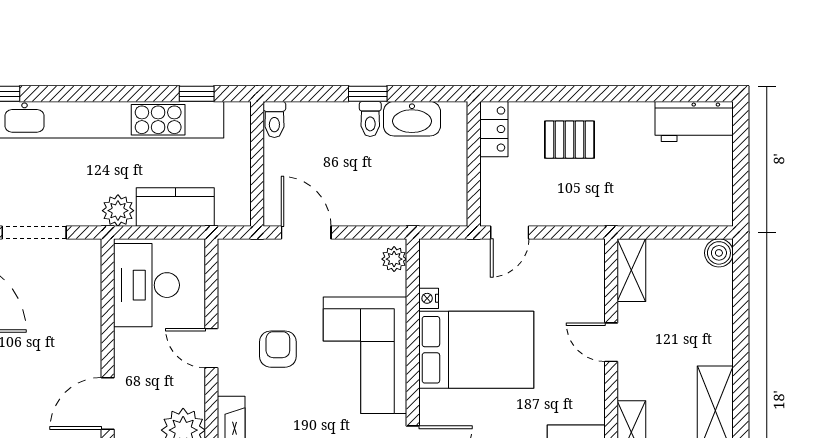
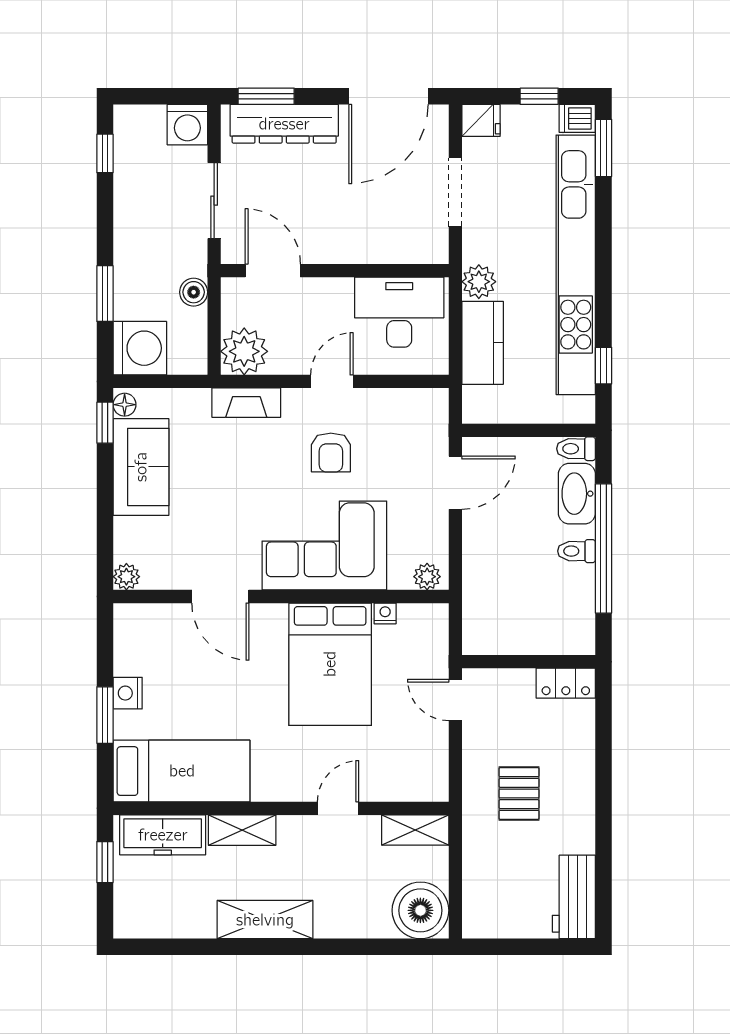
window: (368, 94) -> (604, 549), width x3.17
washbasin: (412, 119) -> (577, 494), moved
pallet: (570, 140) -> (519, 794), moved
boiler: (719, 253) -> (420, 910), width x1.86, depth x1.86
armchair: (278, 349) -> (331, 452), turned 90

